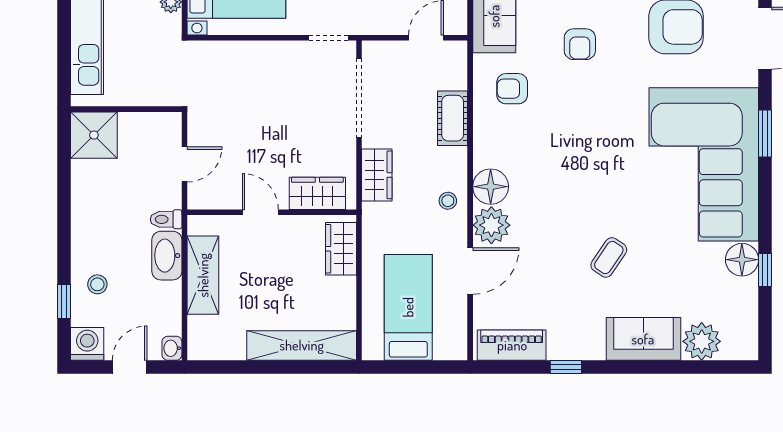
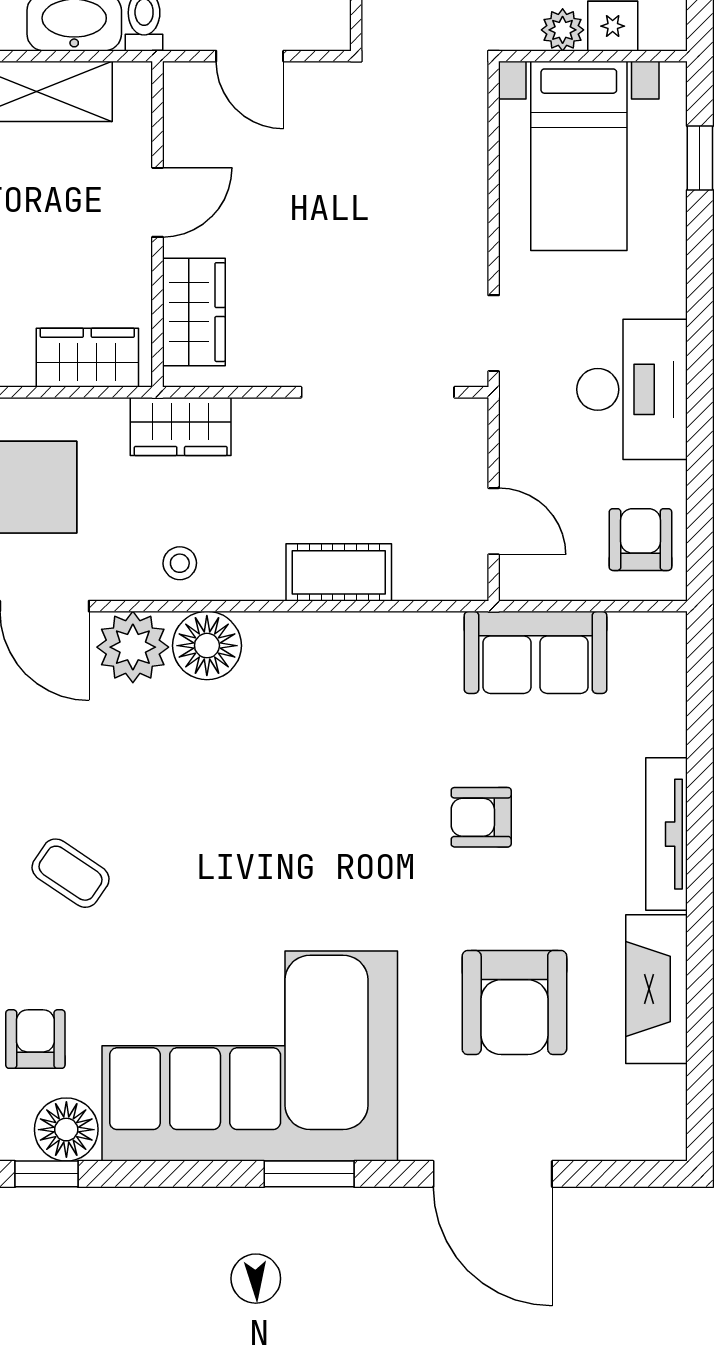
armchair: (512, 89) -> (35, 1039), moved
wardrobe: (377, 175) -> (181, 426), moved

